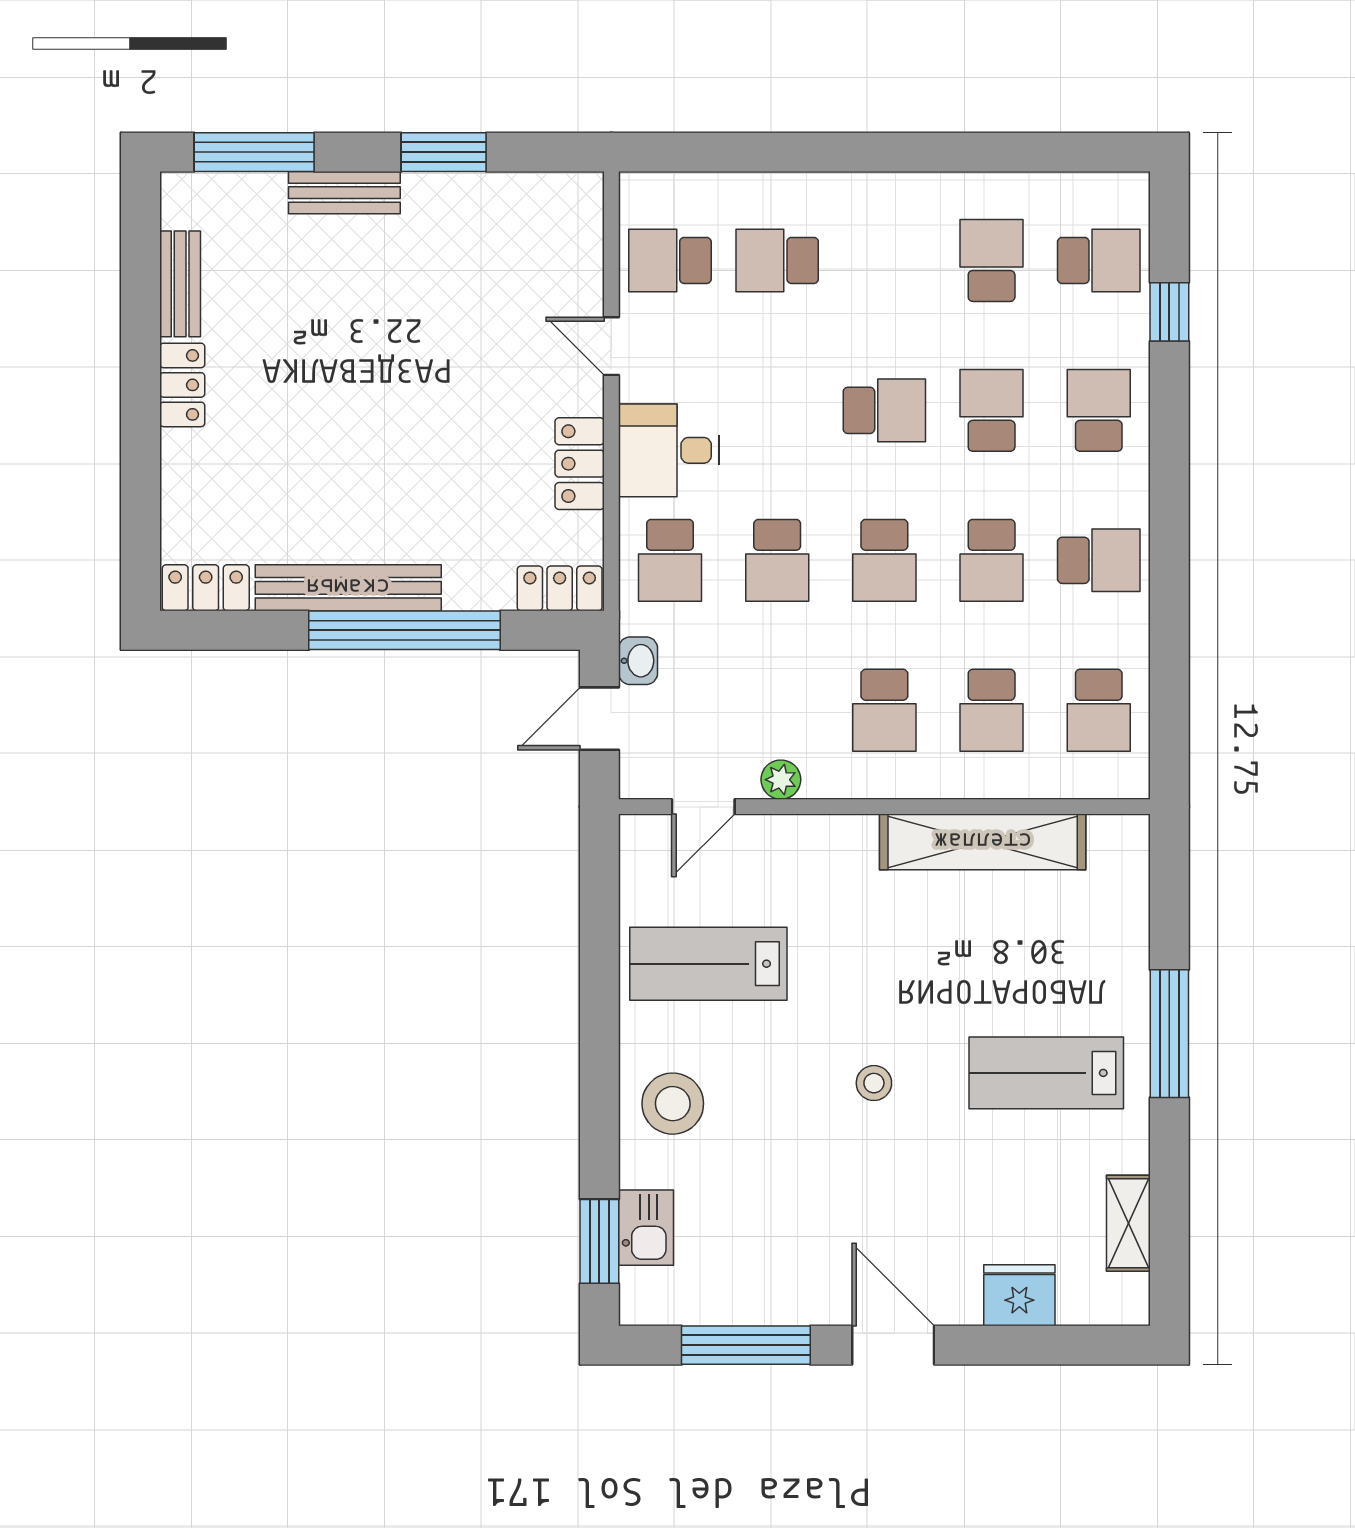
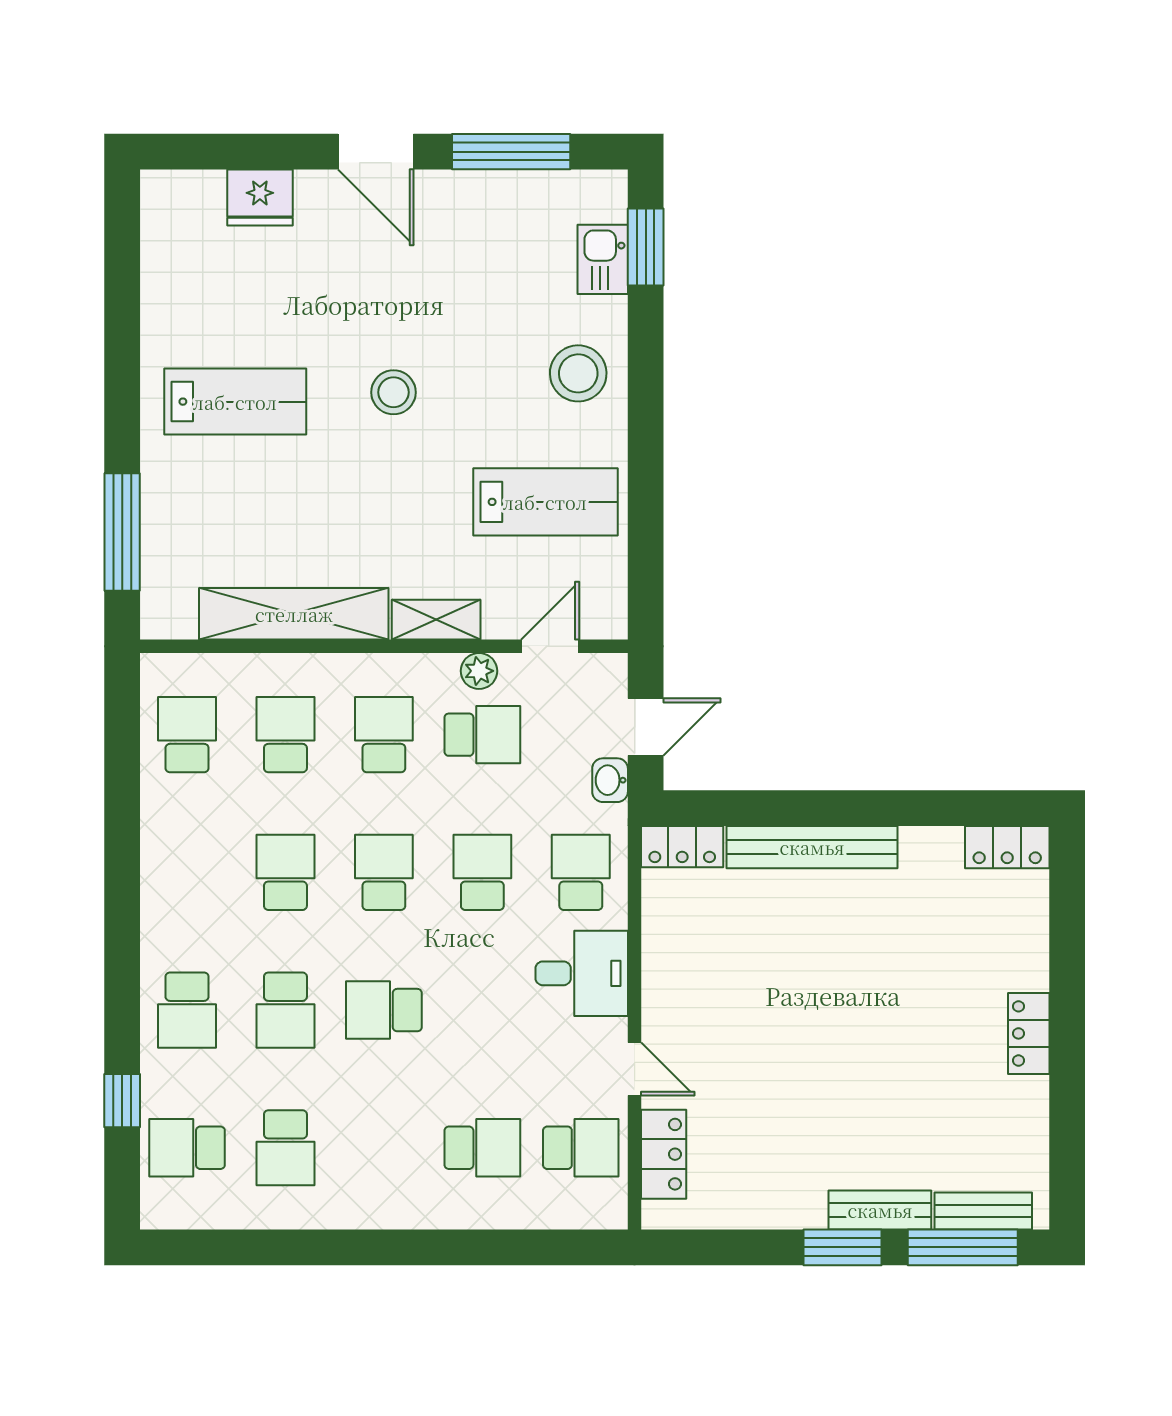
window: (444, 152) -> (842, 1247), moved
bench: (180, 284) -> (983, 1211), moved, turned 90
locker: (580, 464) -> (664, 1154), moved
school desk: (1099, 560) -> (482, 735), moved, turned 180
bench: (348, 588) -> (812, 847), moved
window: (404, 630) -> (825, 808), removed
window: (1169, 1034) -> (122, 532), moved
stool: (874, 1083) -> (393, 392), width x1.37, depth x1.37
shelving: (1128, 1223) -> (436, 620), moved, turned 90

